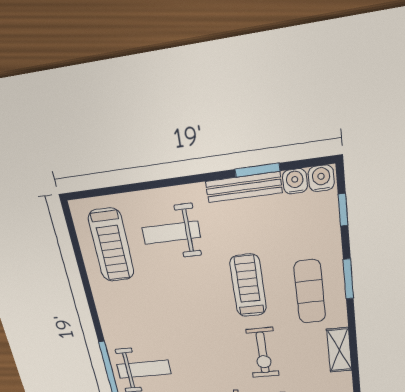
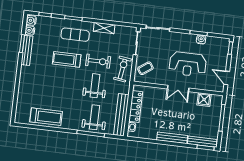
weight bench: (171, 233) -> (95, 86), moved, turned 180
treadmill: (111, 245) -> (46, 117), moved

